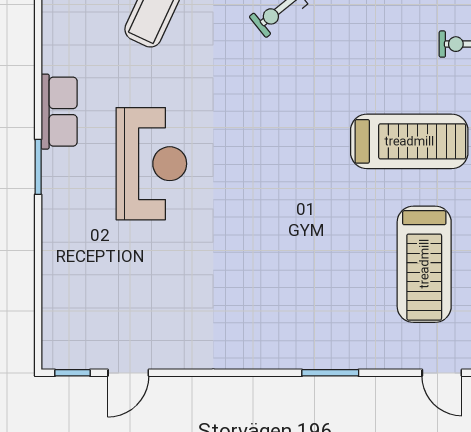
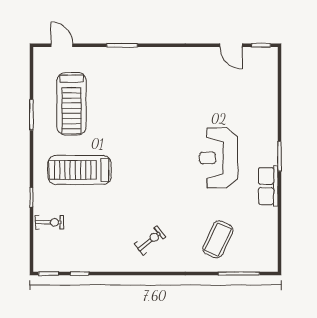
treadmill: (424, 264) -> (72, 104), turned 180
door: (128, 373) -> (231, 45), swing flipped

